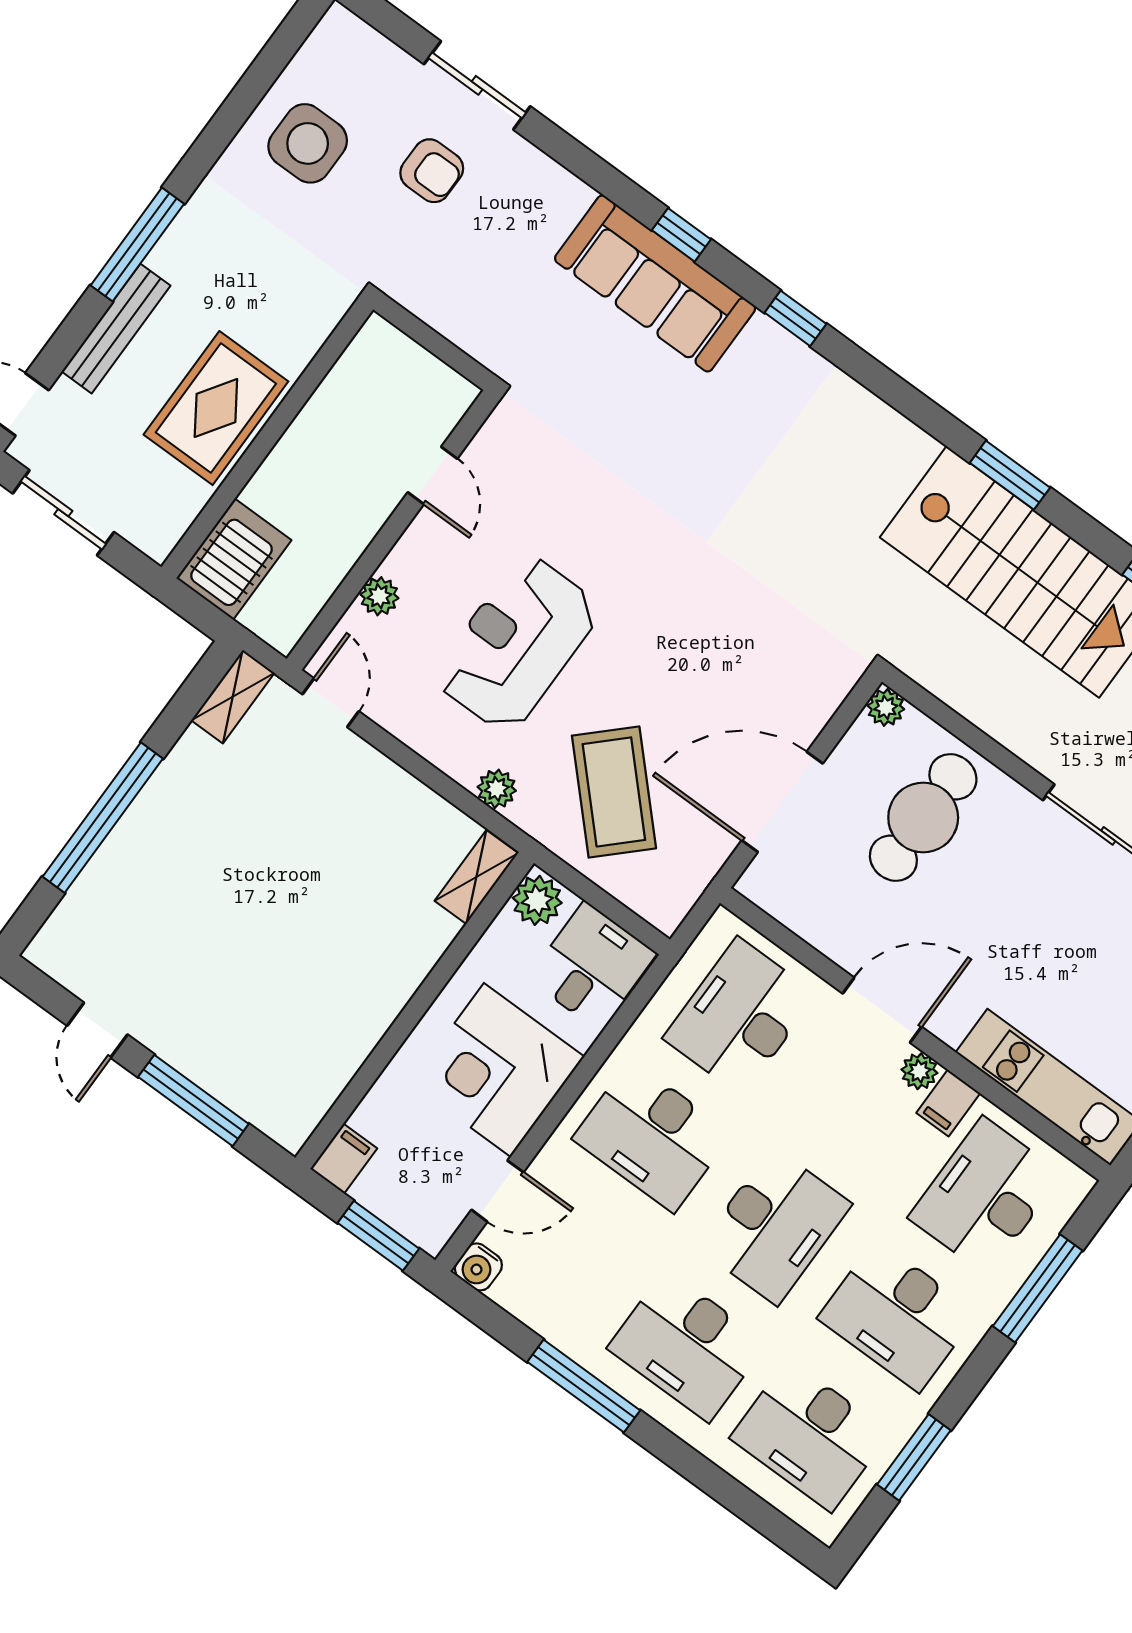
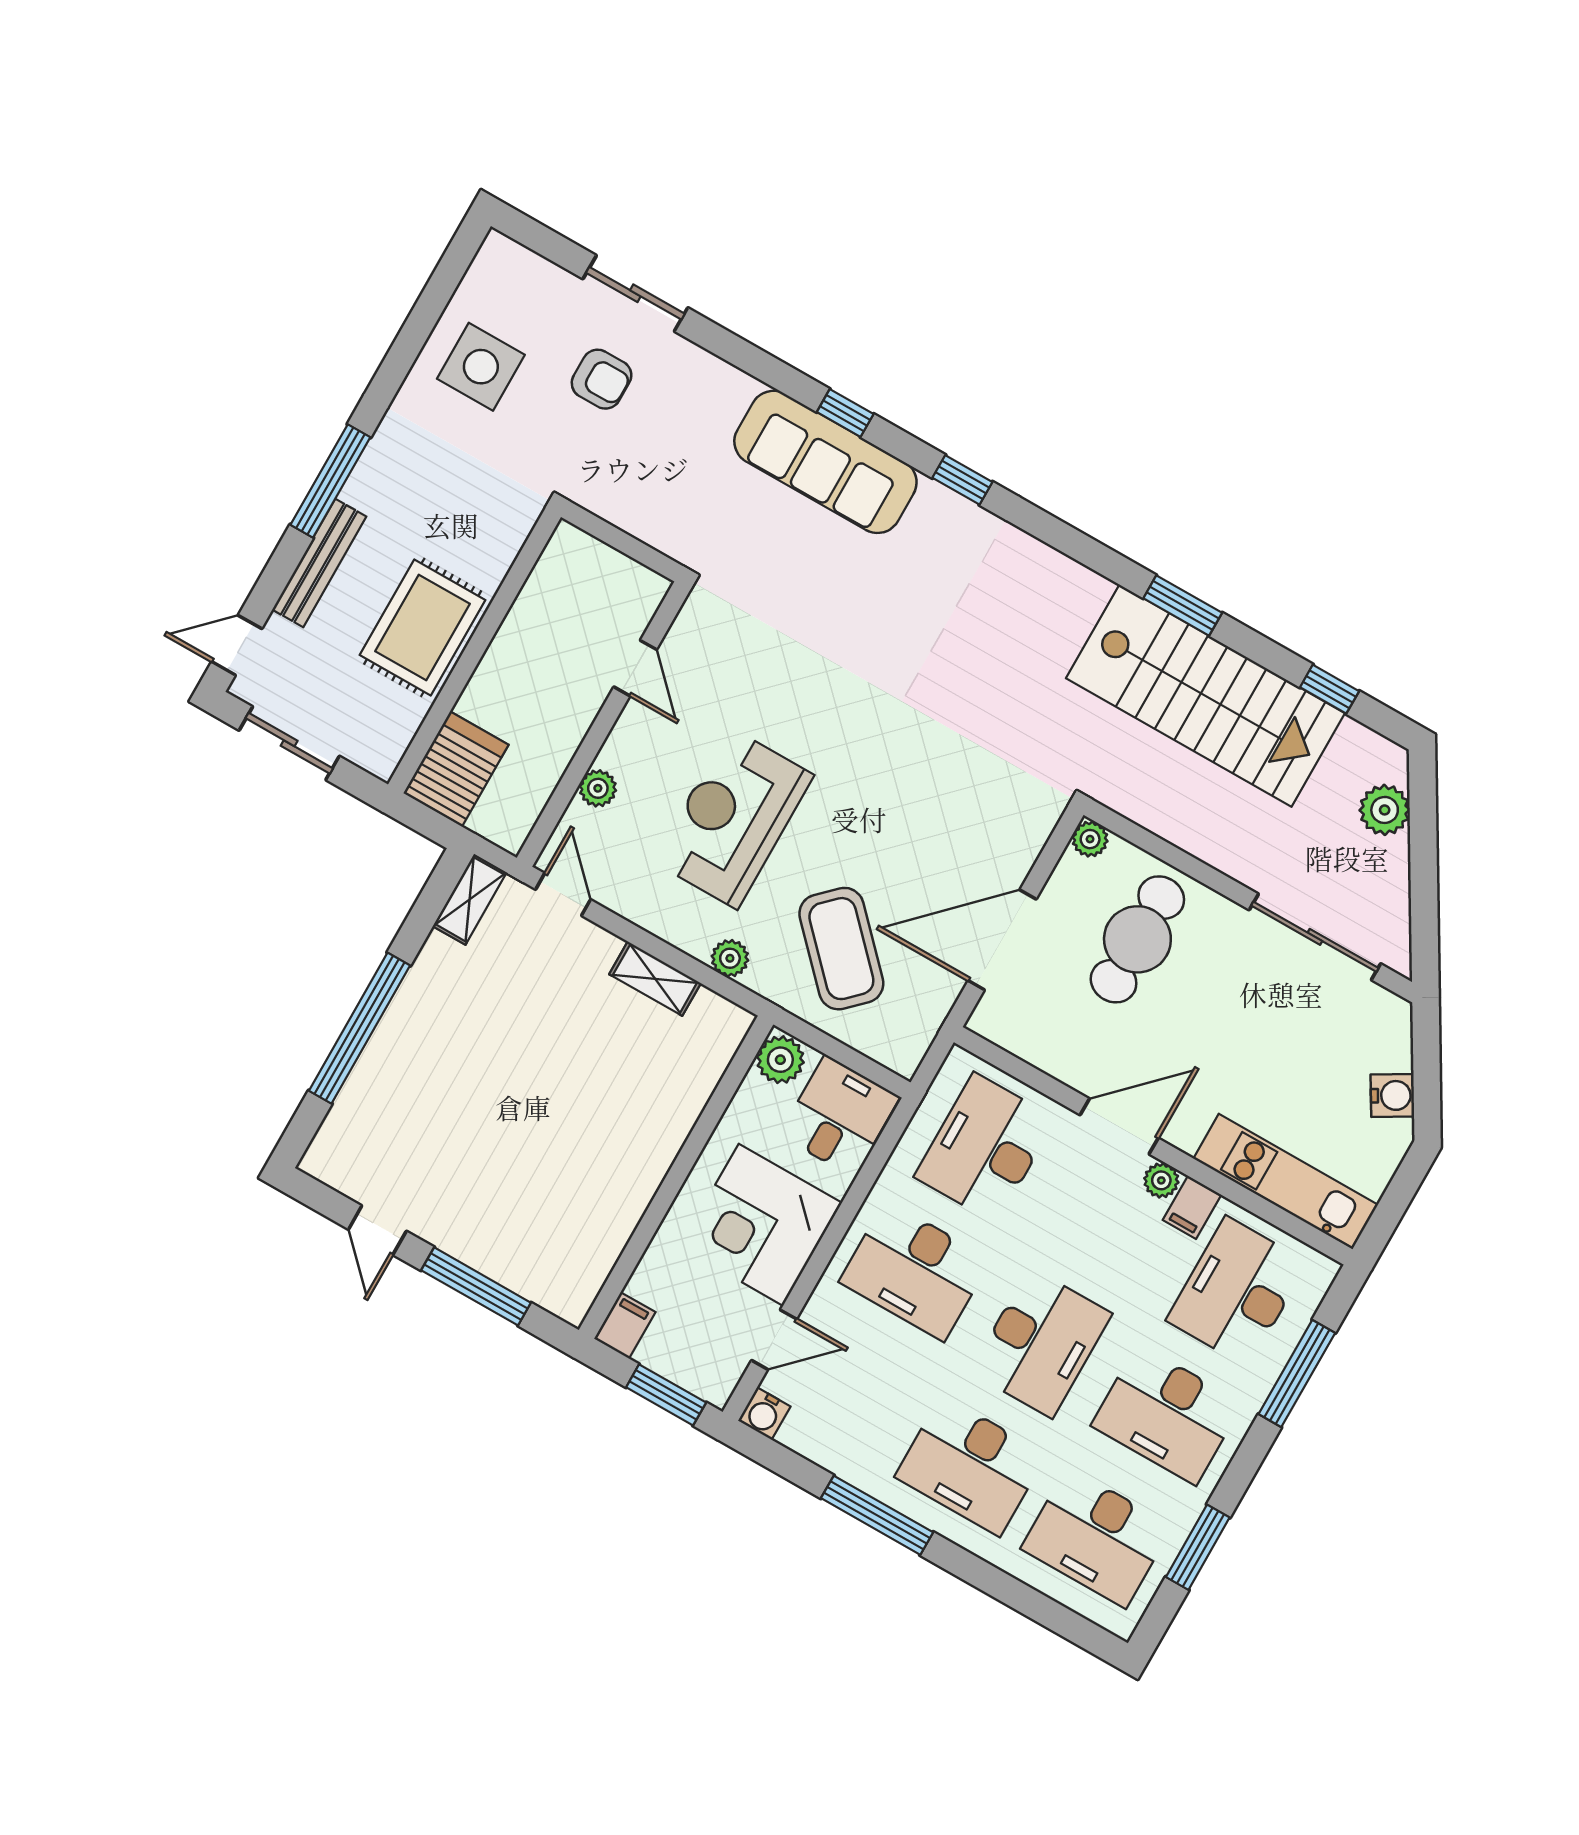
shelving: (476, 877) -> (655, 979), moved, turned 90

